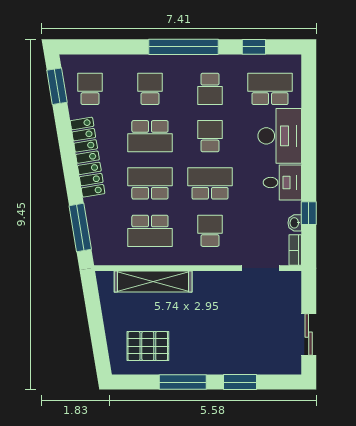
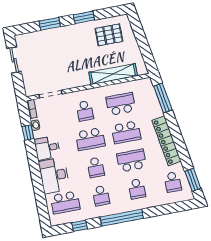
school desk: (210, 89) -> (101, 196), turned 180
window: (183, 382) -> (84, 17), width x0.69

